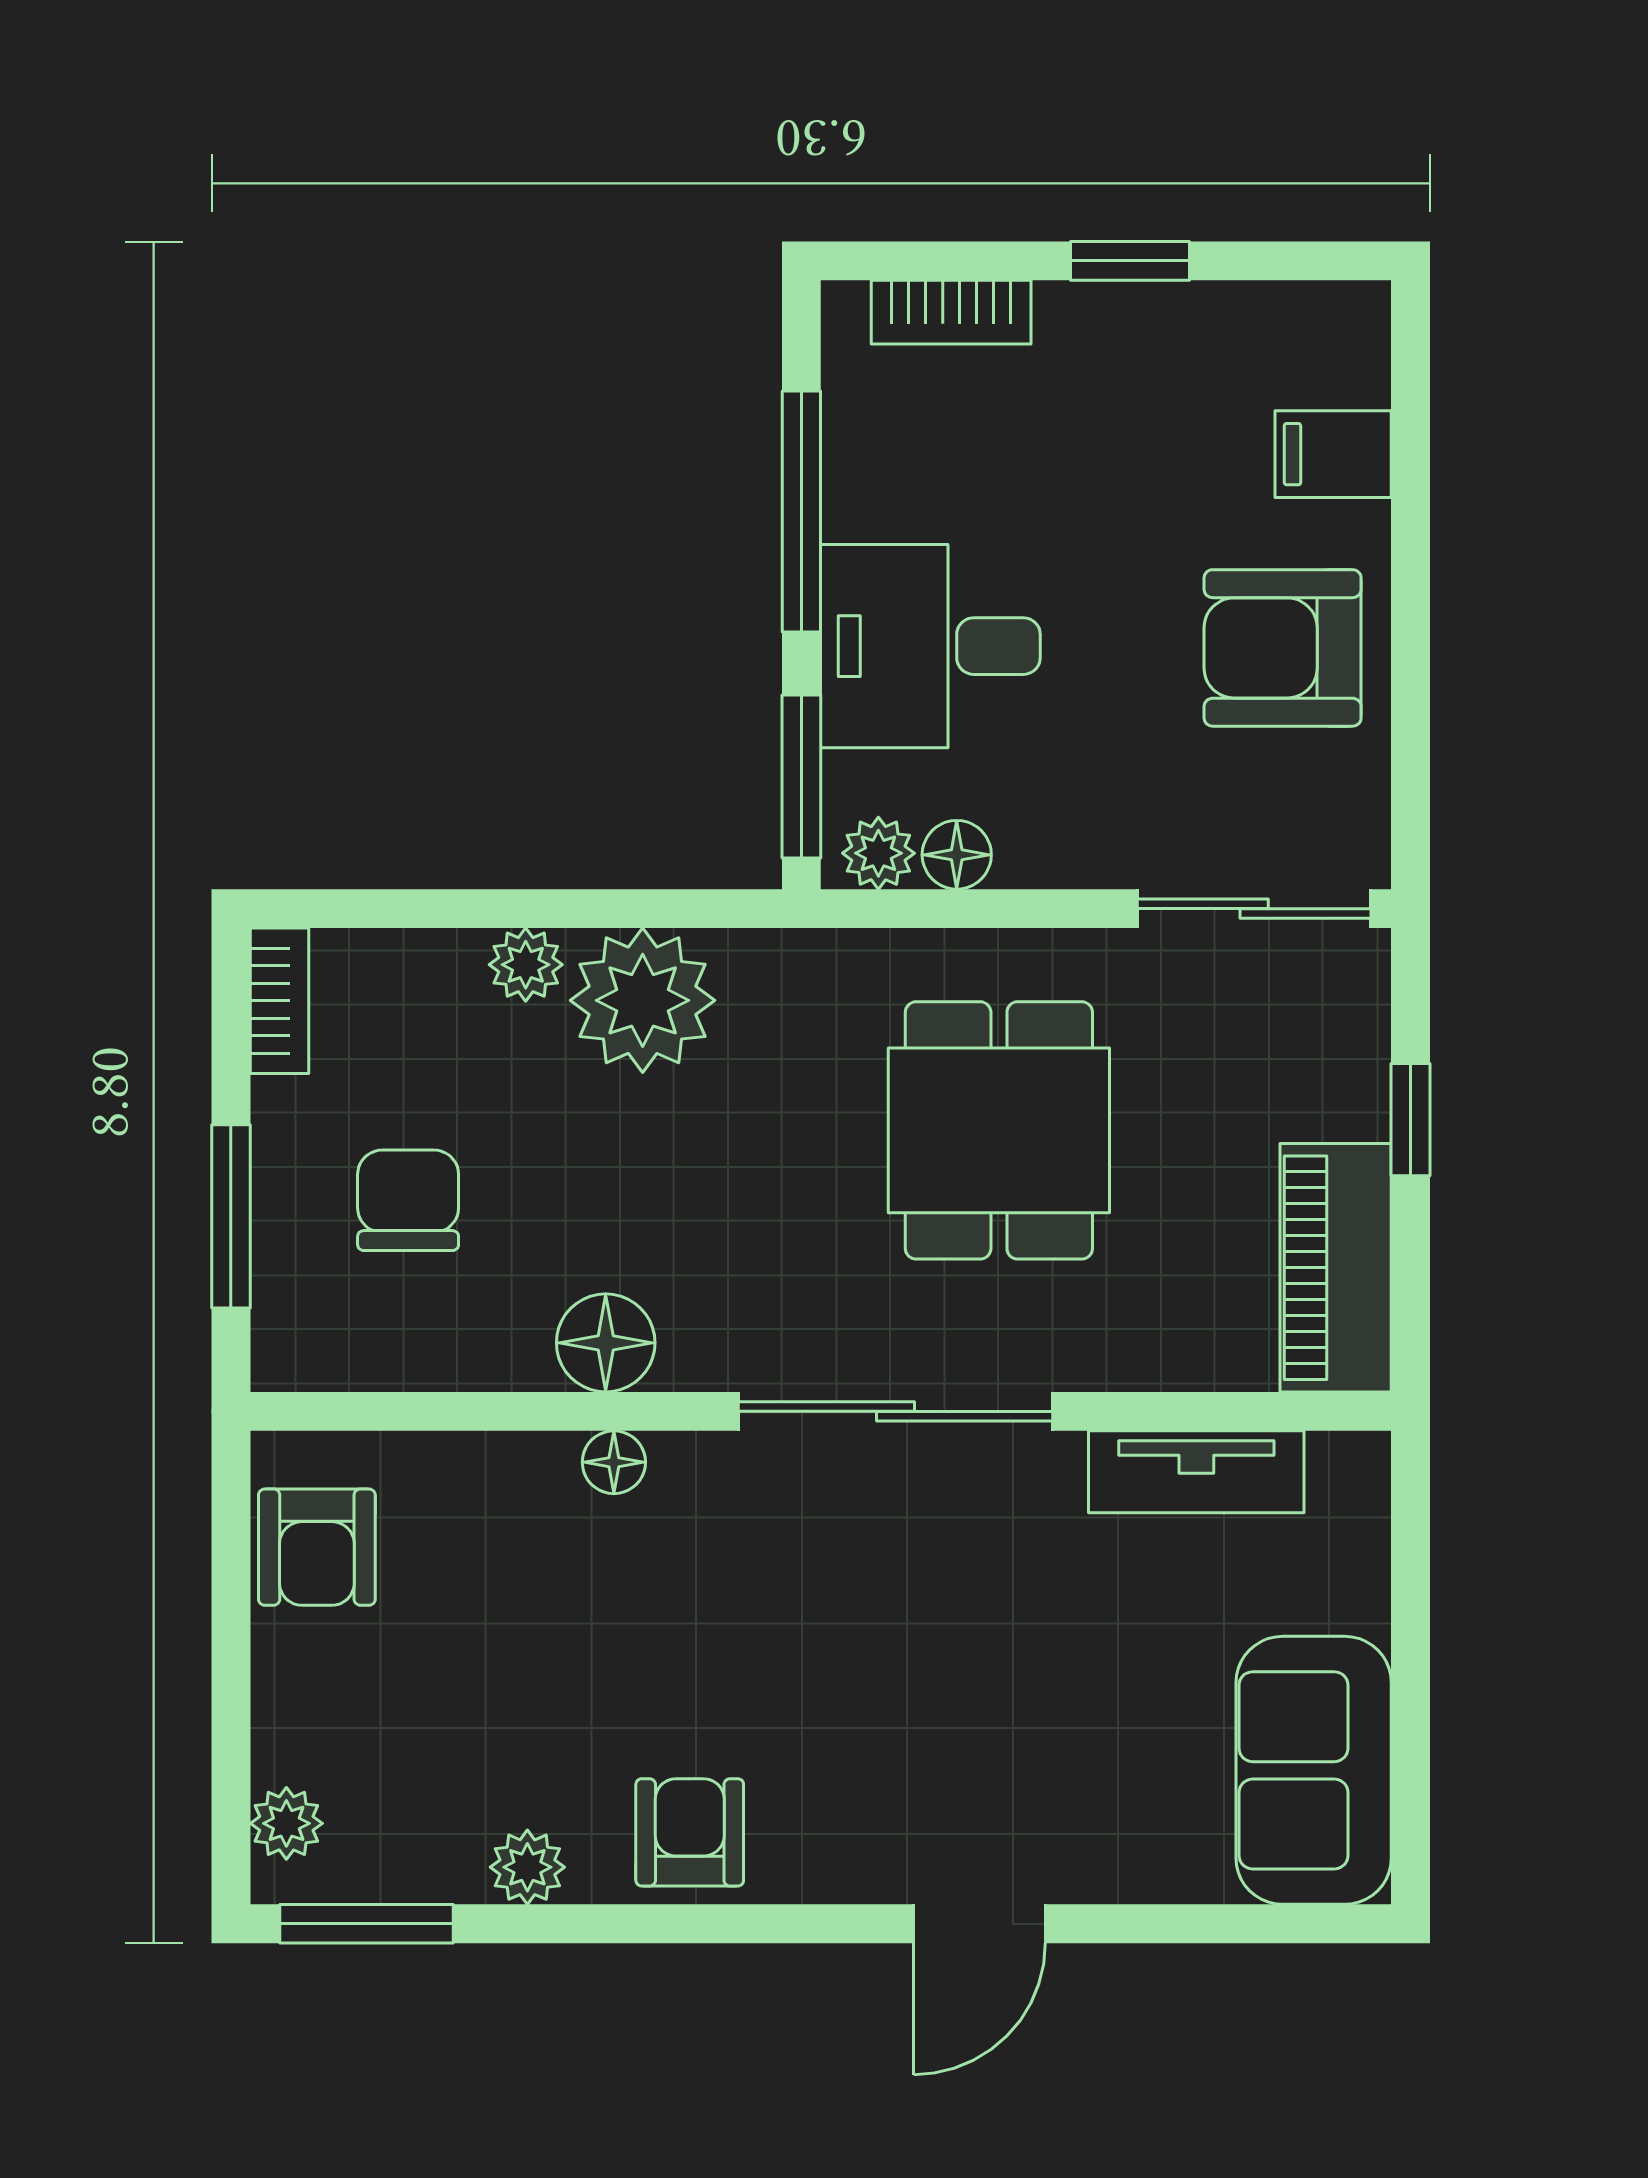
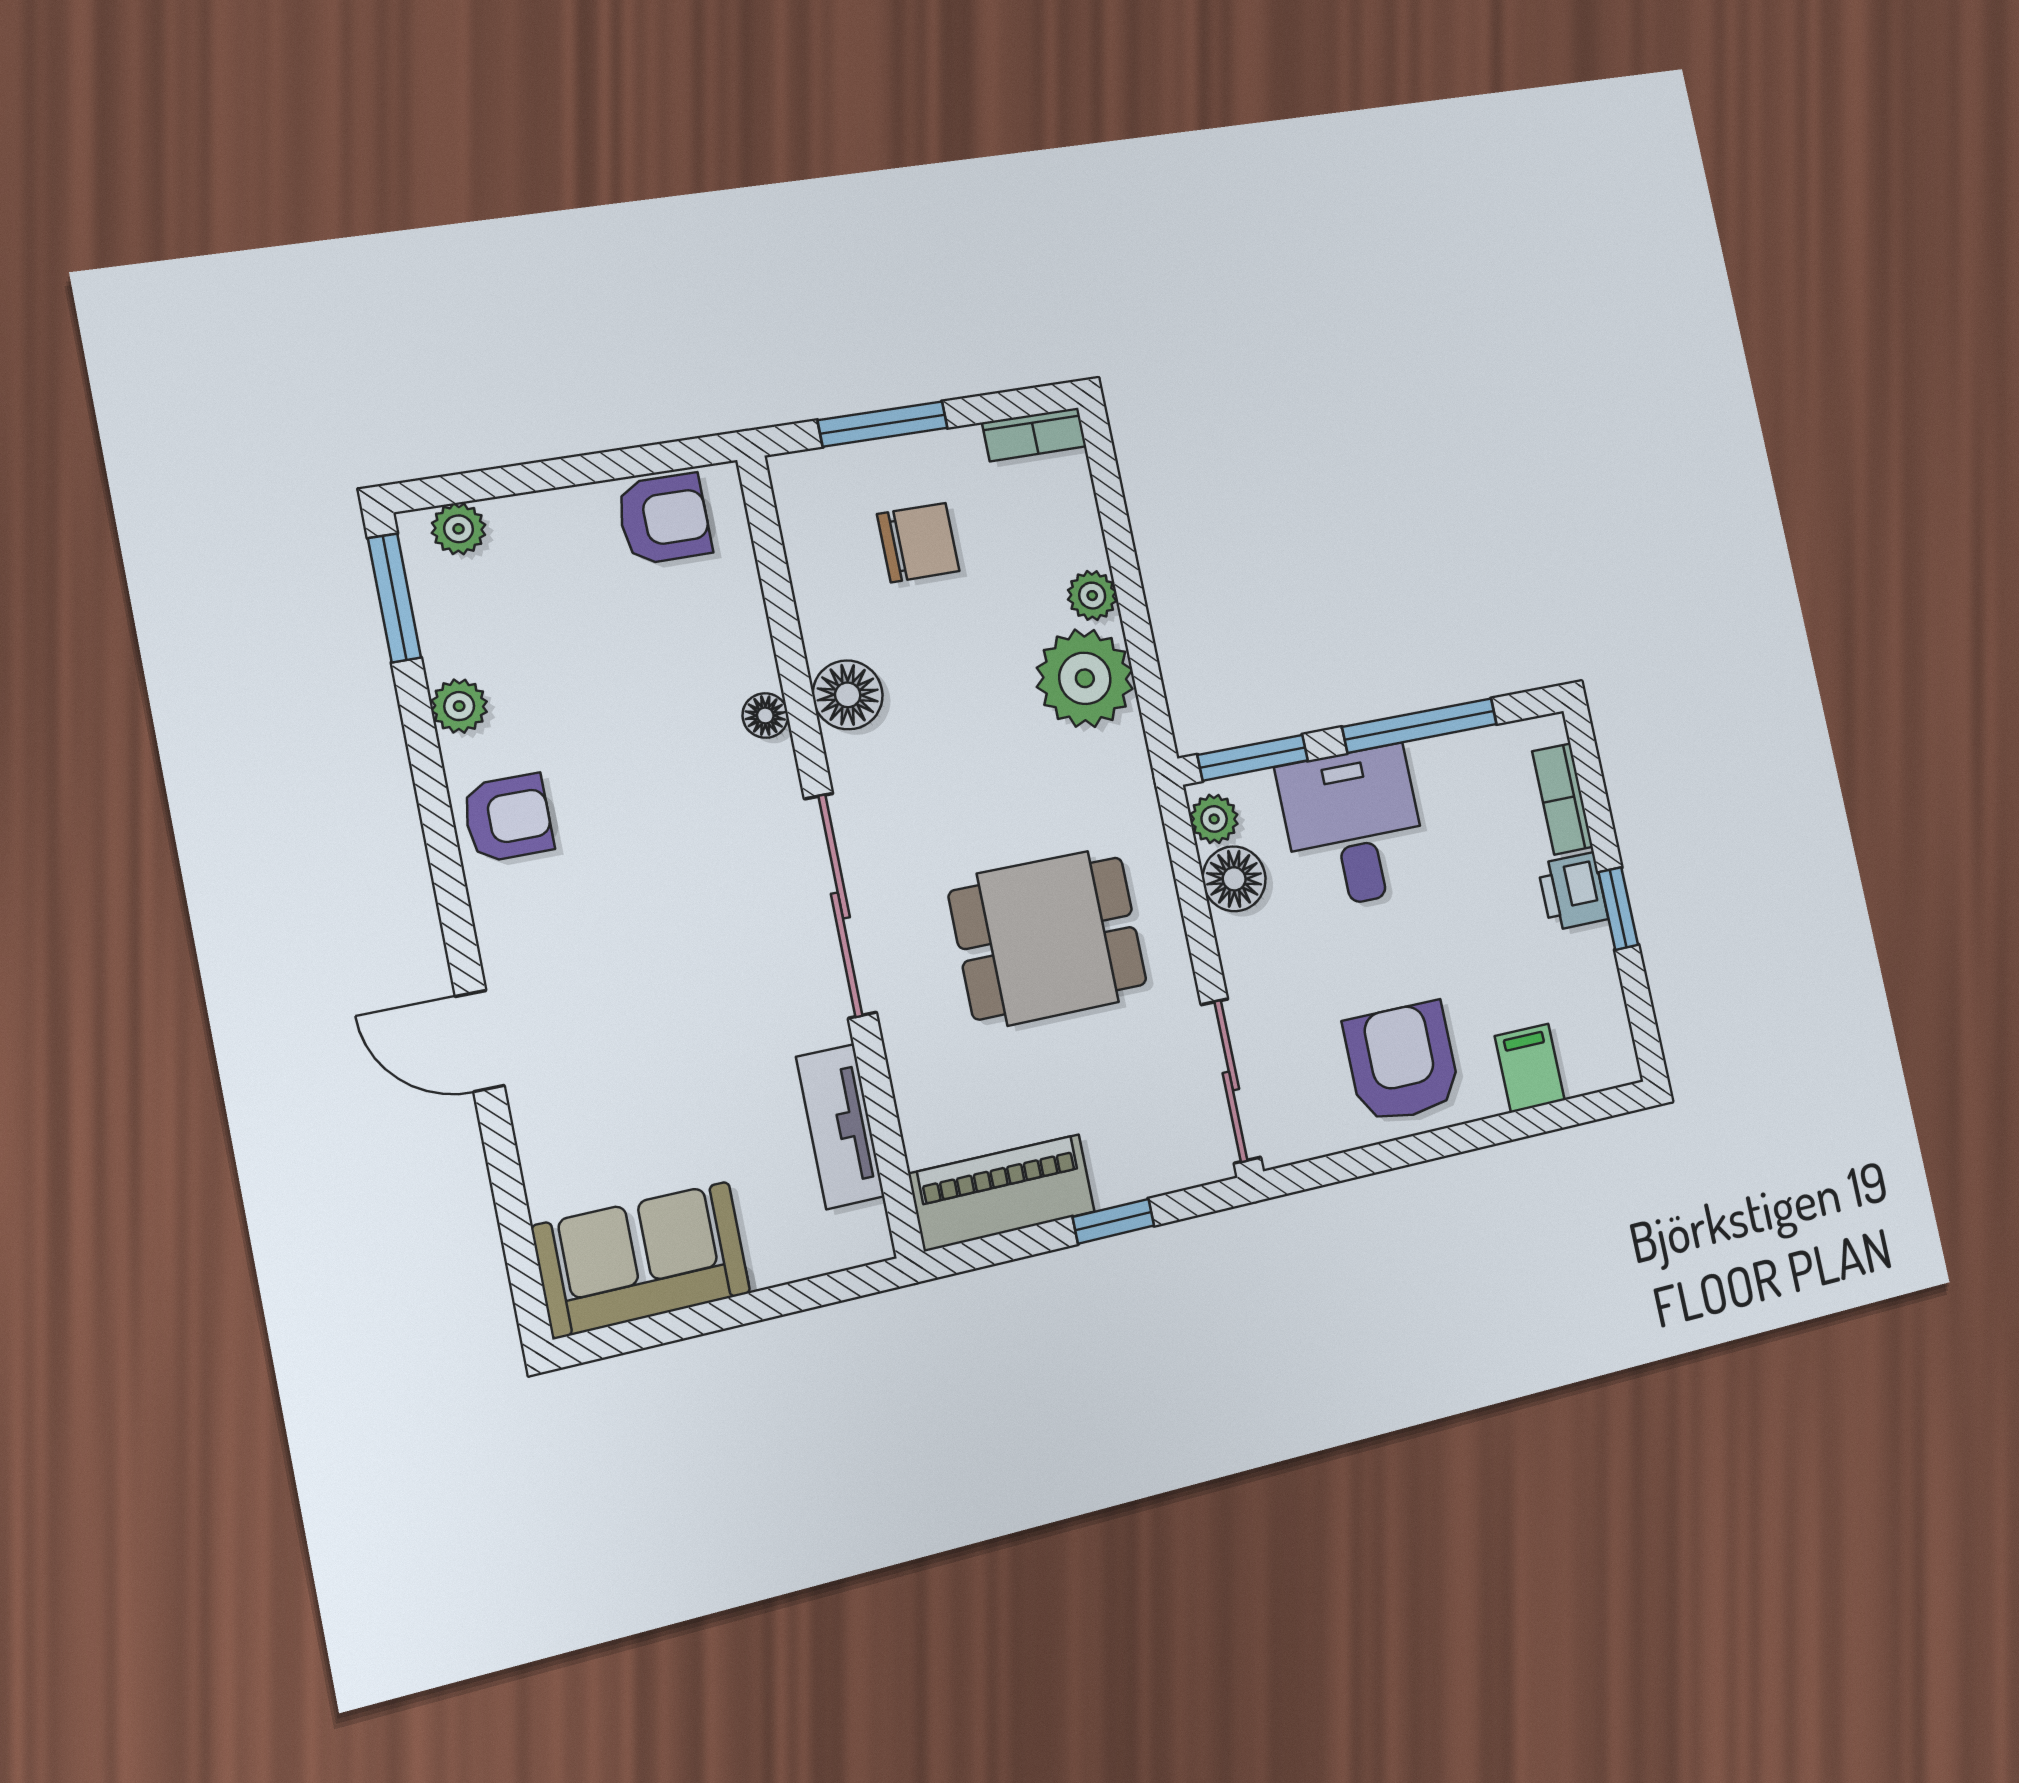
printer: (1090, 327) -> (1573, 891), added
floor lamp: (957, 855) -> (1234, 879), width x1.37, depth x1.37
armchair: (317, 1547) -> (664, 519), turned 180

